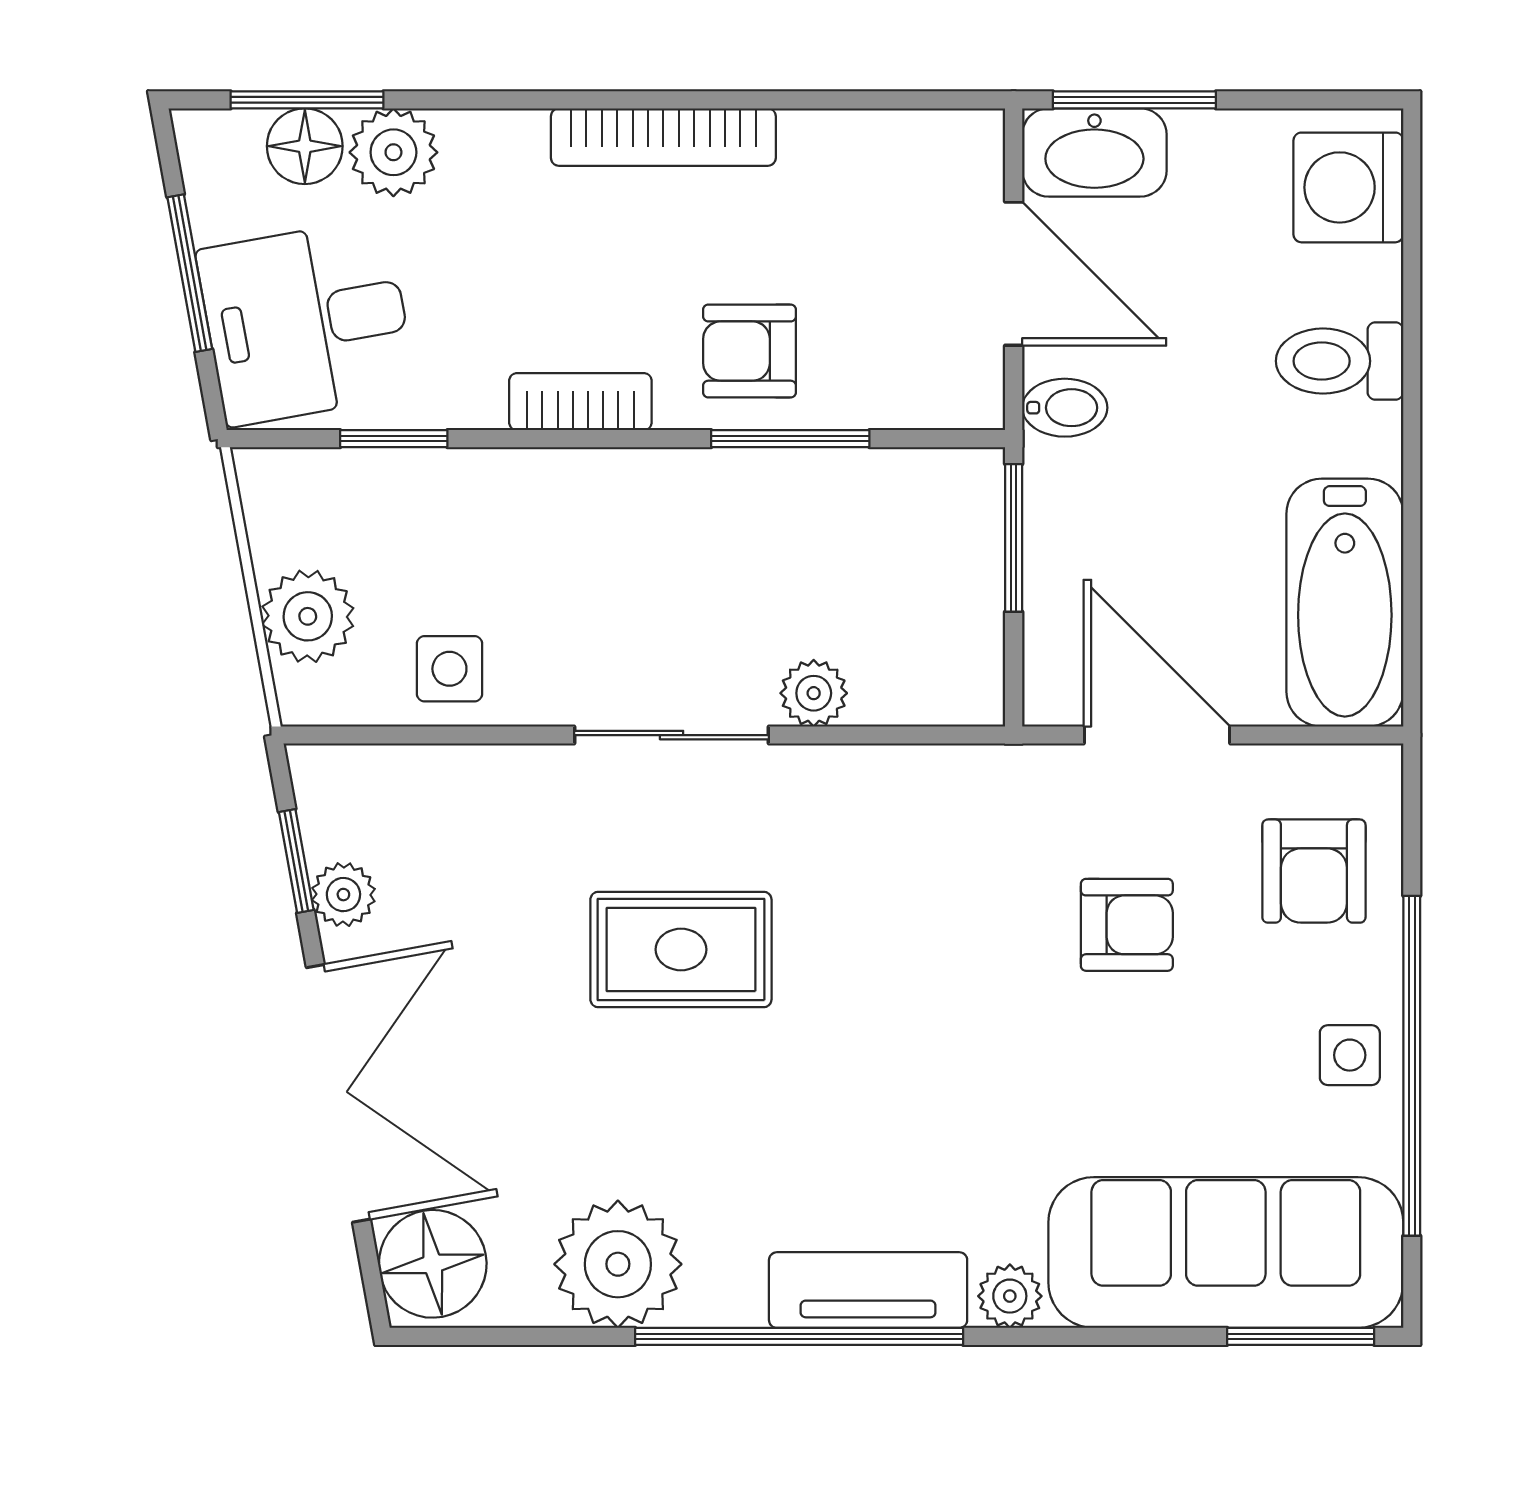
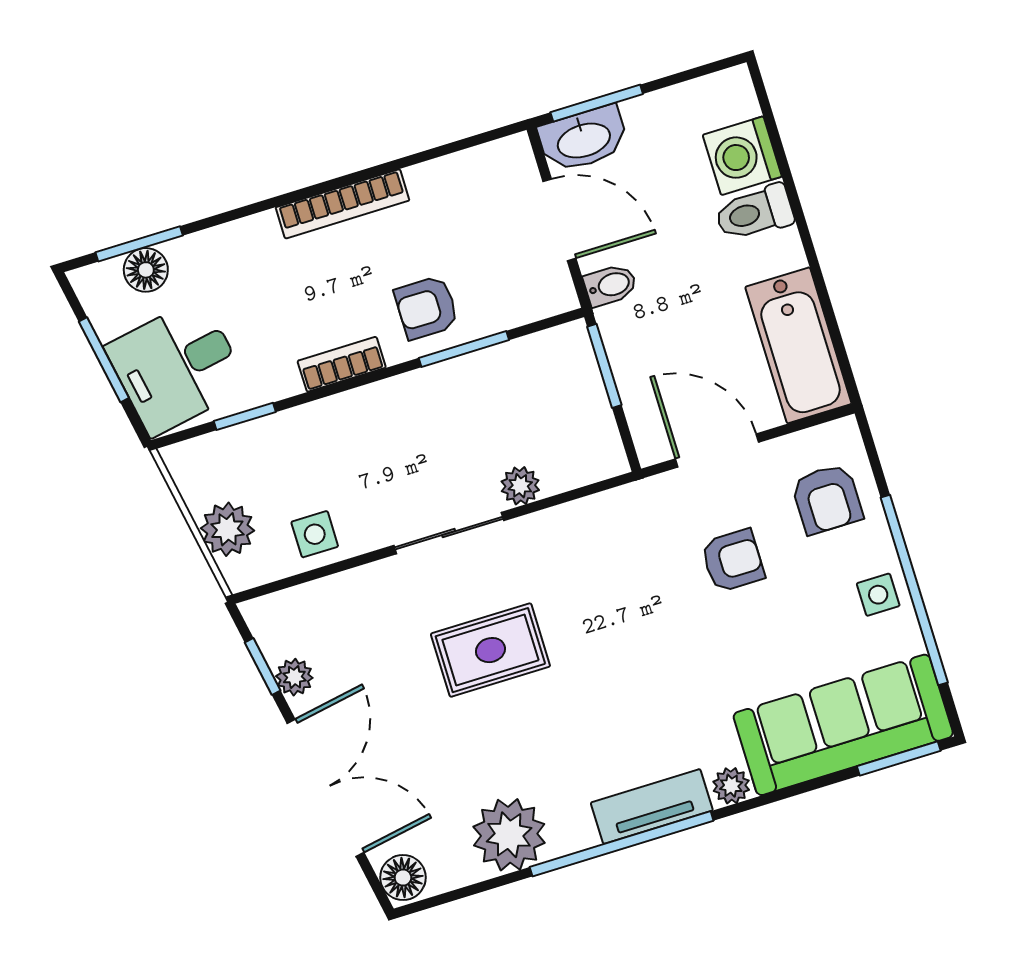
plant: (393, 152) -> (196, 258), removed
washing machine: (1348, 187) -> (742, 156), moved
floor lamp: (433, 1264) -> (403, 878), width x0.73, depth x0.73

